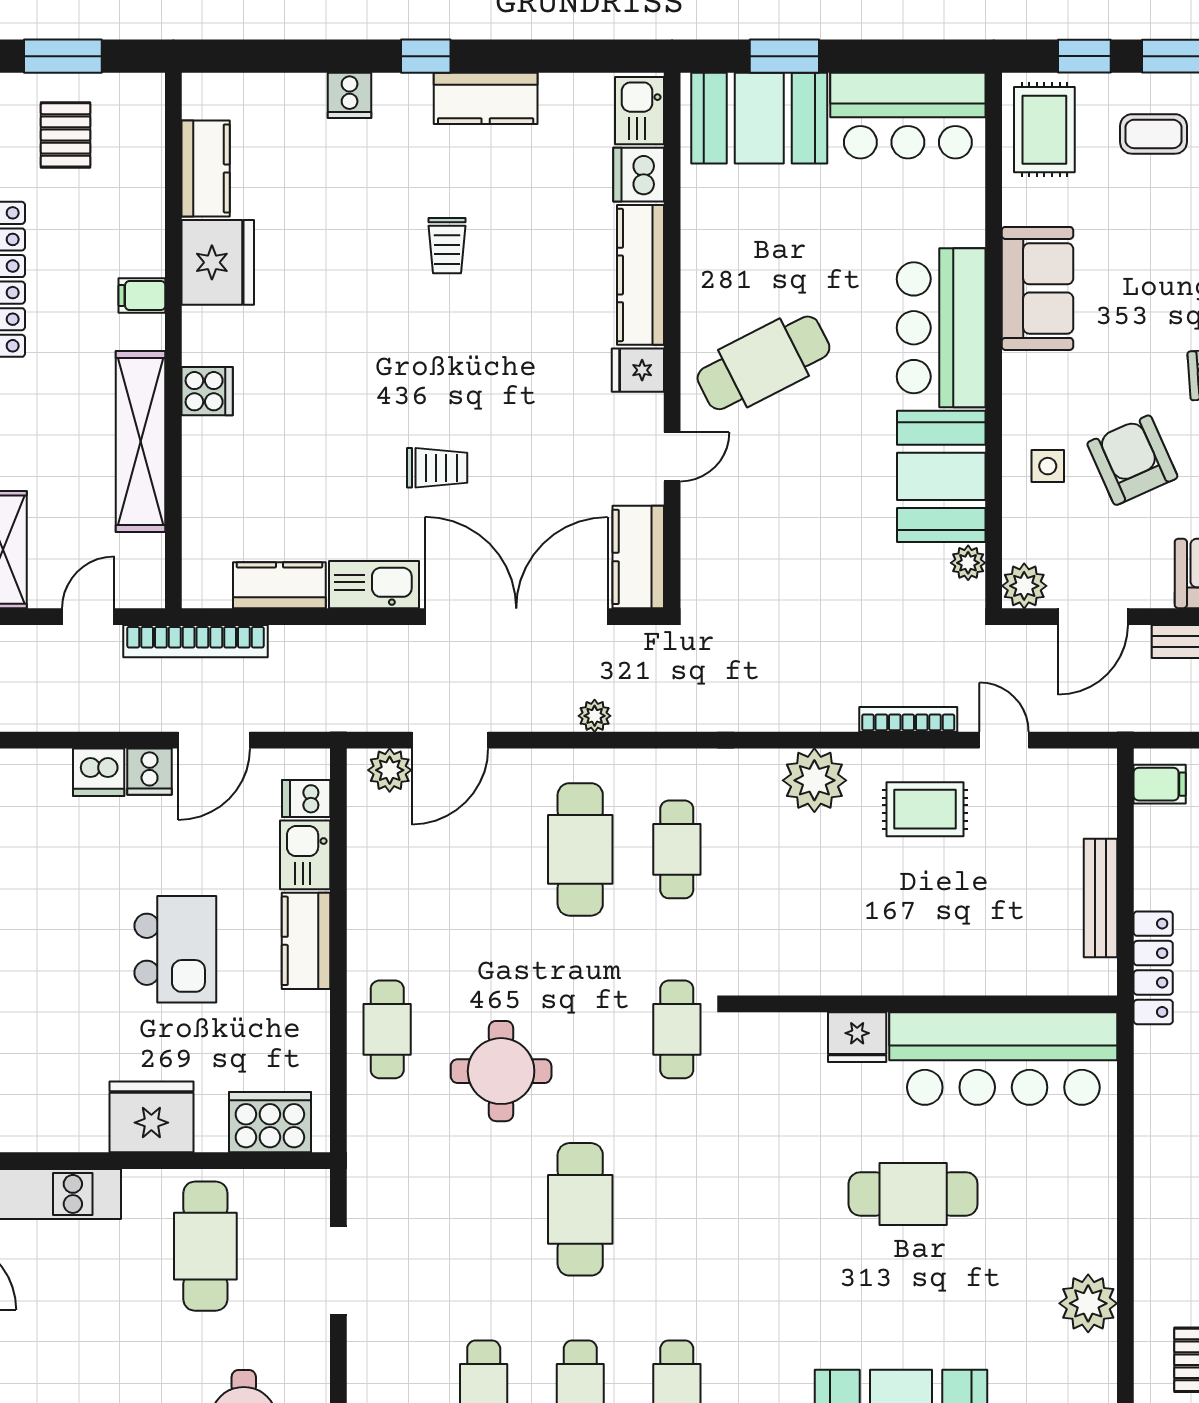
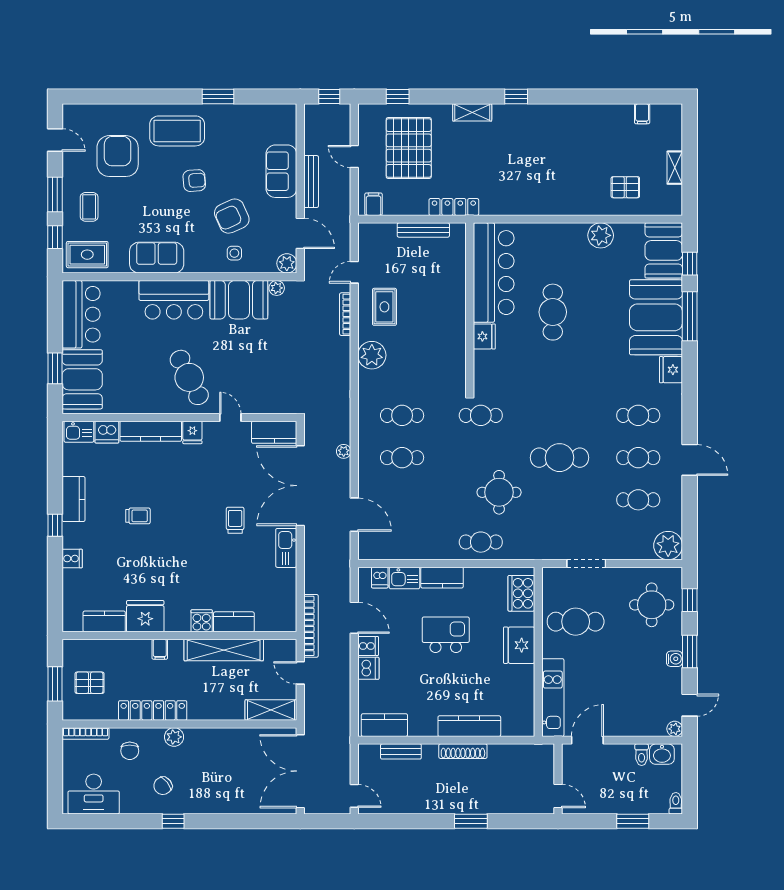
kitchen counter: (279, 585) -> (234, 622), moved, turned 90
plant: (390, 770) -> (367, 541), removed
cafe table: (580, 849) -> (402, 458), width x0.73, depth x0.74

